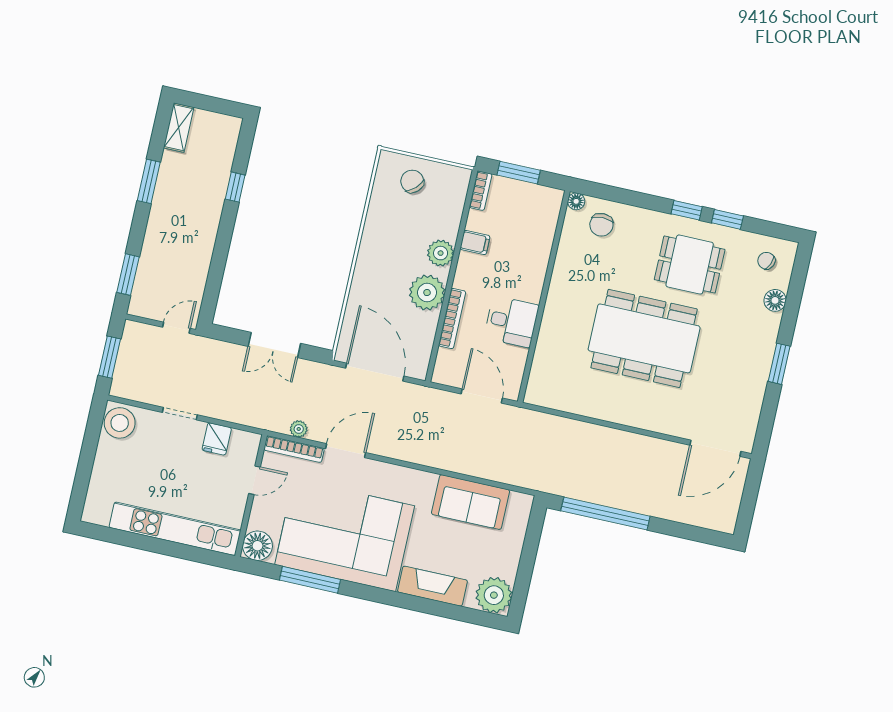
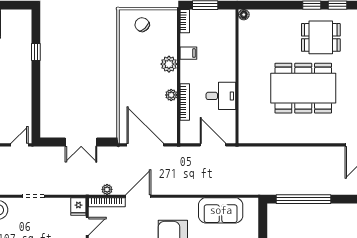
chair: (601, 225) -> (262, 25), removed
plant: (427, 293) -> (171, 95), width x0.53, depth x0.53
fridge: (217, 439) -> (78, 206), moved

